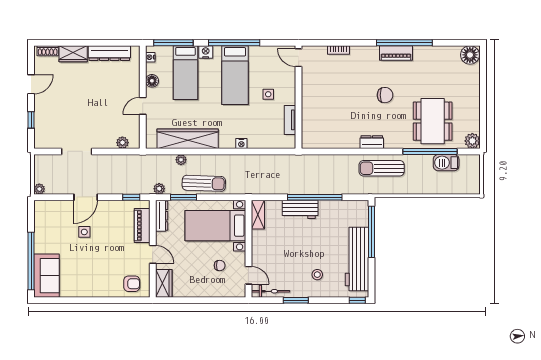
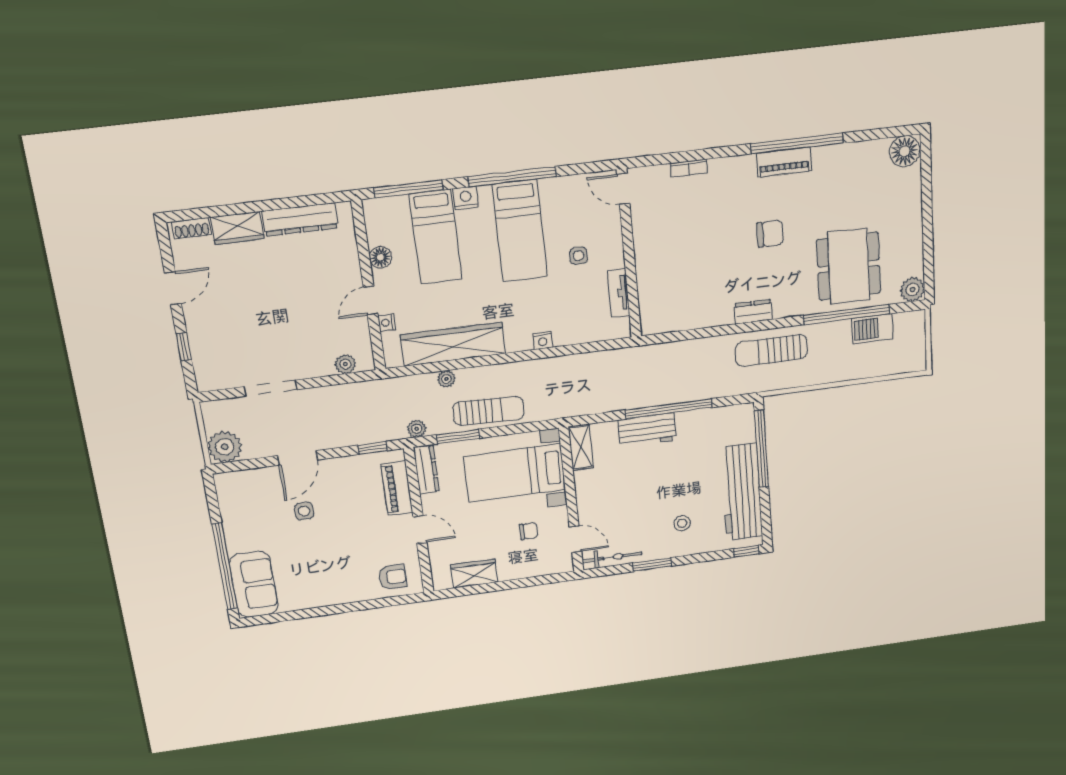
nightstand: (150, 57) -> (387, 323), moved
plant: (39, 189) -> (225, 447), width x1.88, depth x1.88
wardrobe: (164, 283) -> (474, 574), moved, turned -90

